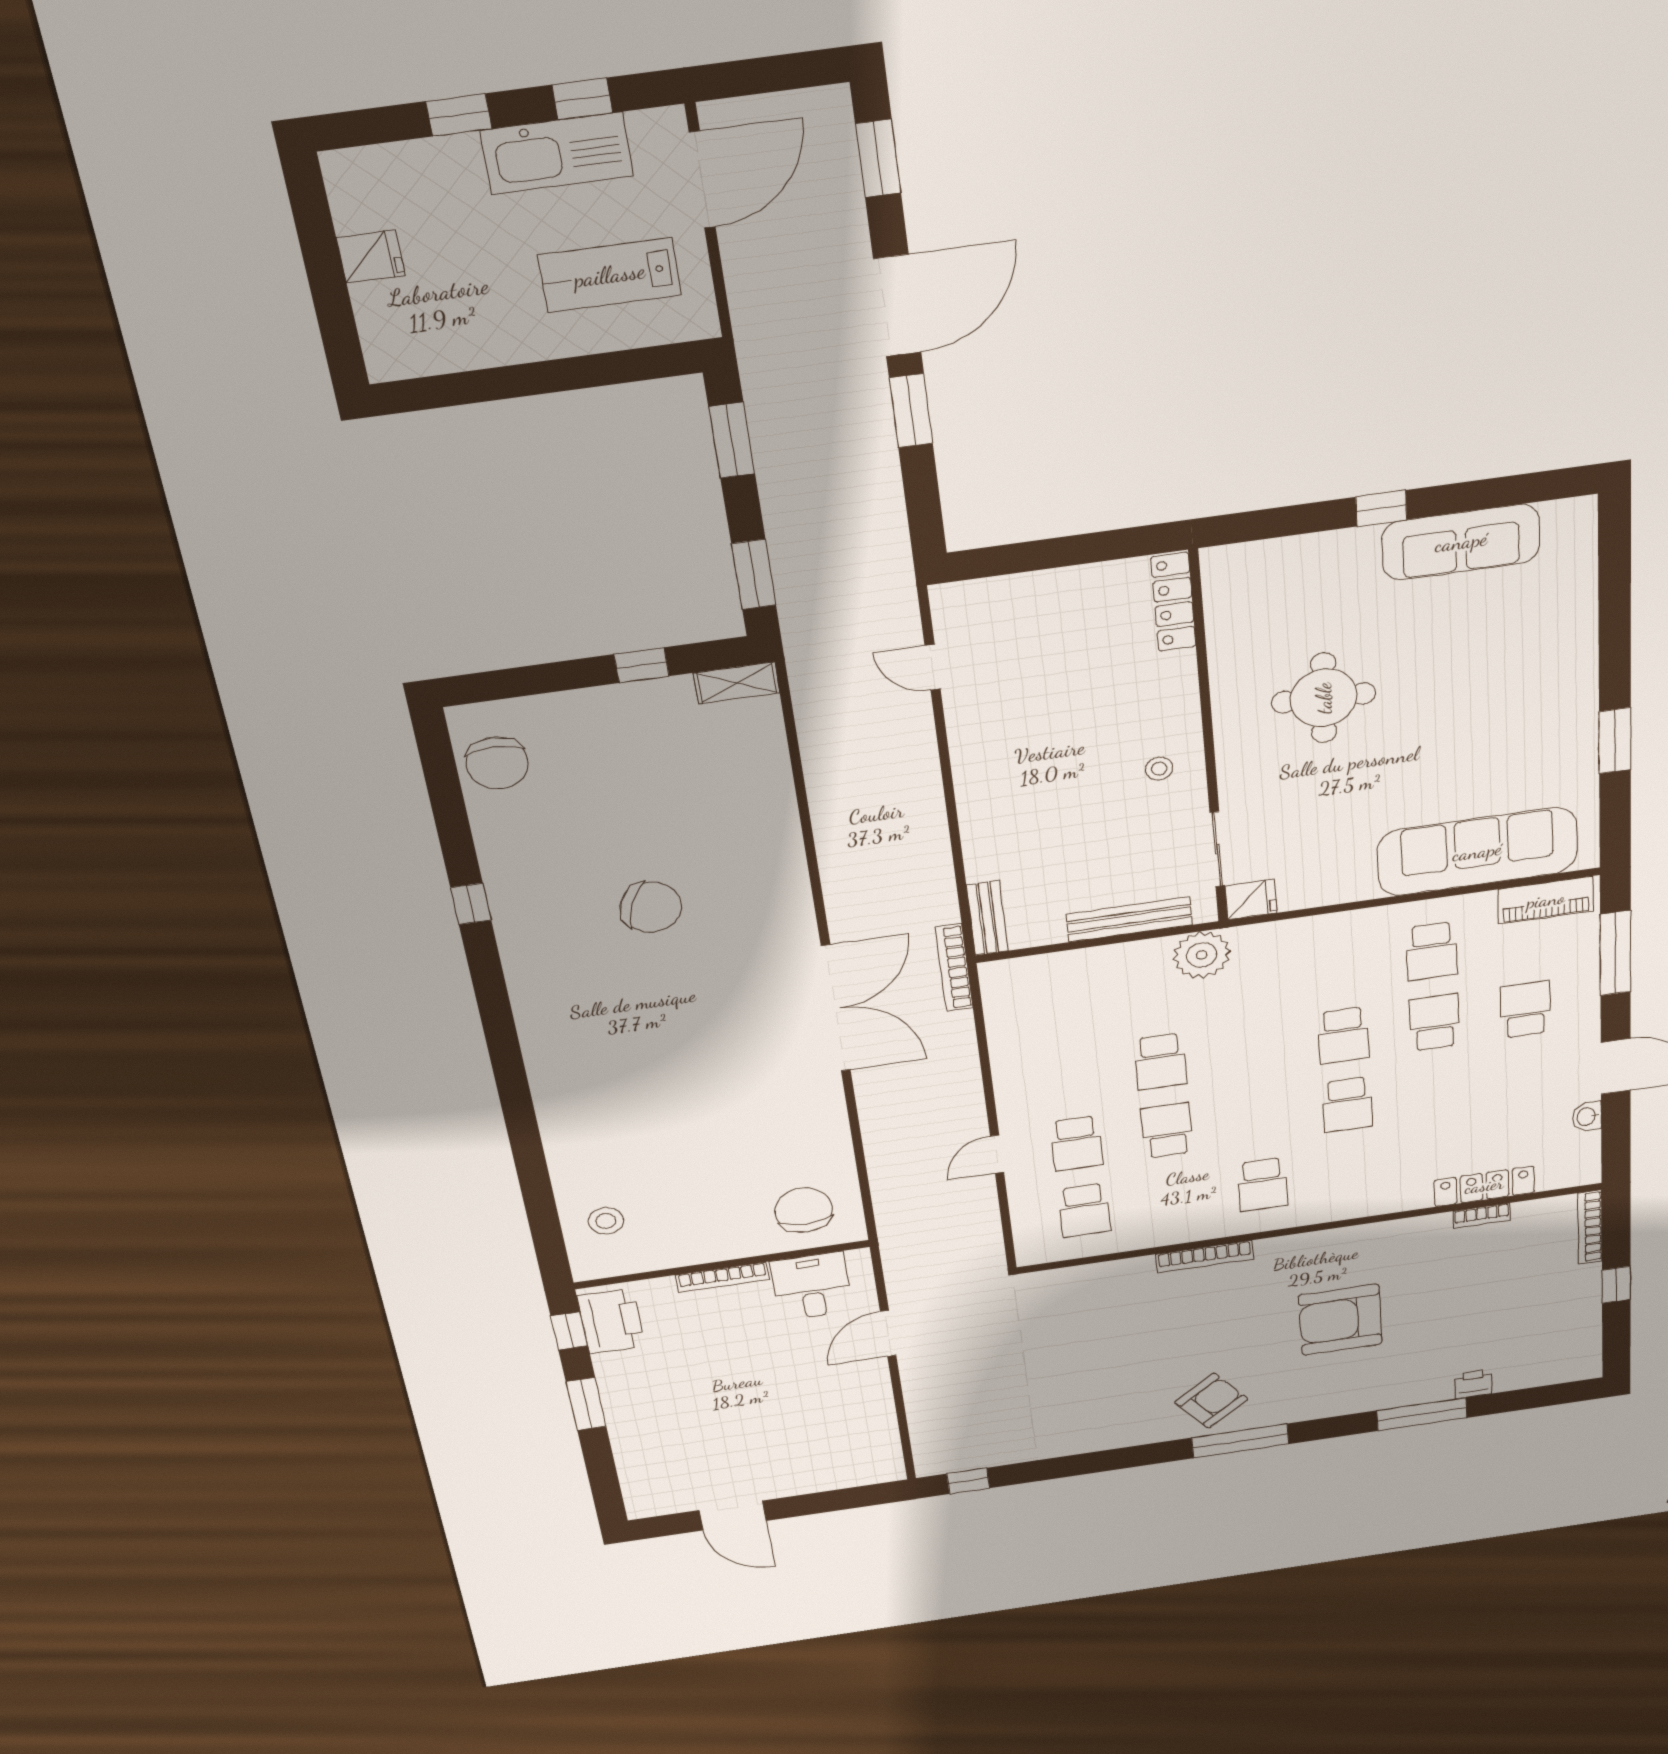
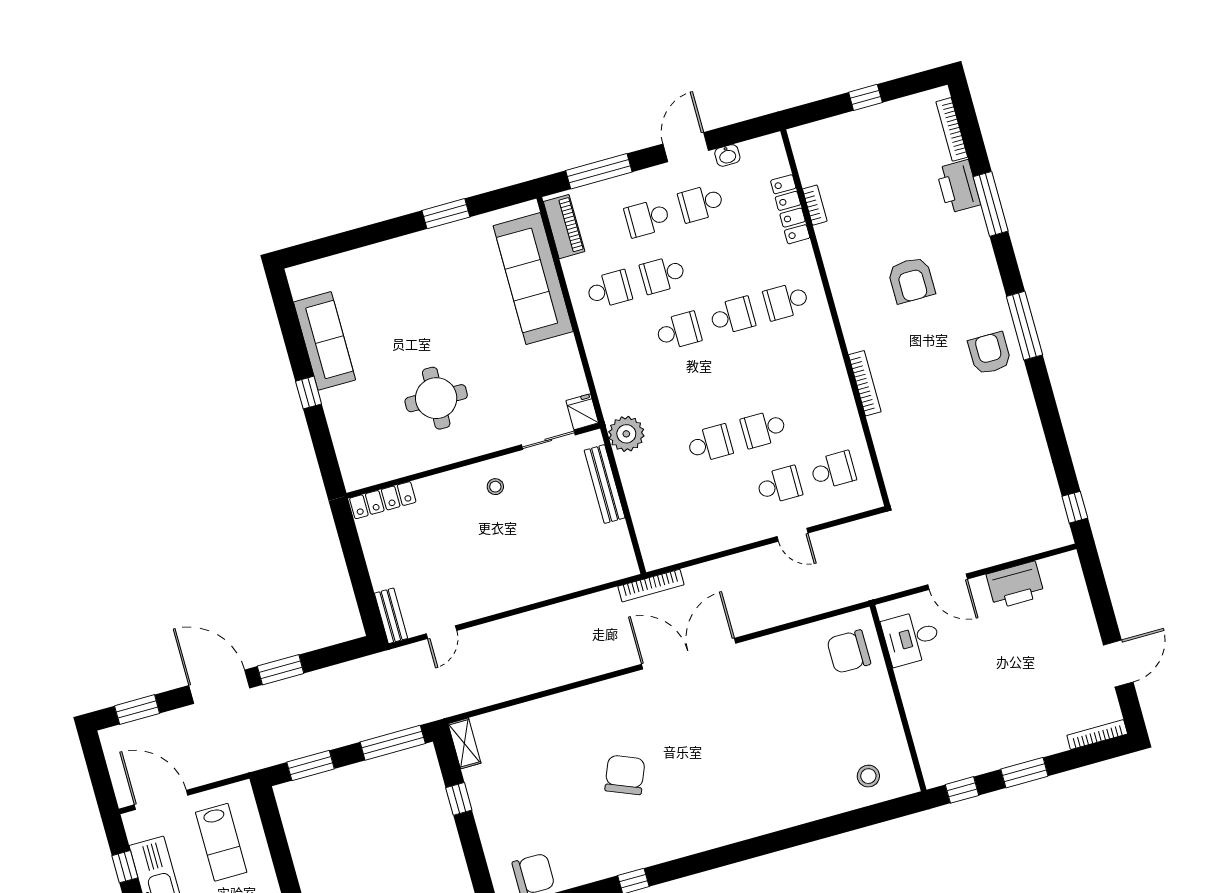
window: (754, 574) -> (393, 743), width x1.44
bench: (987, 918) -> (391, 616), moved, turned 90
school desk: (1527, 1079) -> (701, 203), added
school desk: (1262, 1185) -> (786, 301), moved, turned 180
bookcase: (1590, 1227) -> (952, 129), moved, turned 90
bookcase: (723, 1277) -> (1097, 735), moved, turned -90
armchair: (1340, 1320) -> (911, 280), width x0.73, depth x0.73
printer: (611, 1321) -> (1015, 585), moved, turned 180
printer: (1473, 1384) -> (958, 186), width x1.87, depth x1.48
armchair: (1211, 1401) -> (990, 353), turned 37

